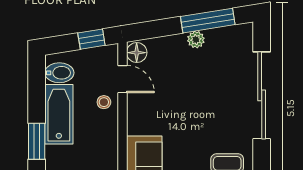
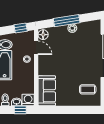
window: (208, 21) -> (67, 21), moved

